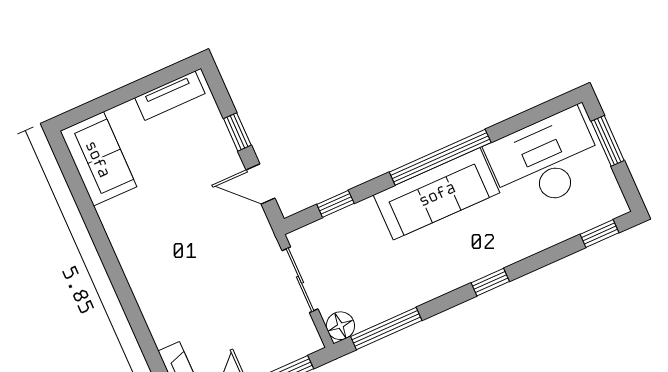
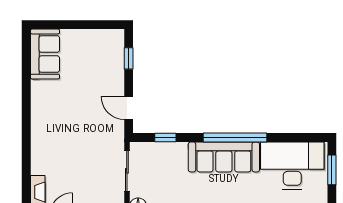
tv unit: (170, 96) -> (100, 37), removed
window: (237, 132) -> (129, 58), moved

